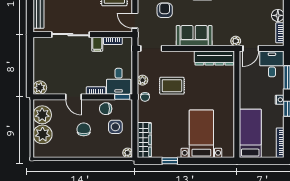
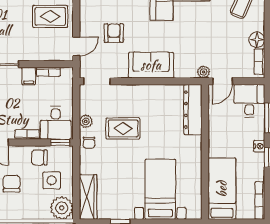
door: (135, 21) -> (76, 46), swing flipped
dresser: (214, 58) -> (193, 110), moved, turned 90
plant: (128, 153) -> (62, 208), width x1.88, depth x1.88

